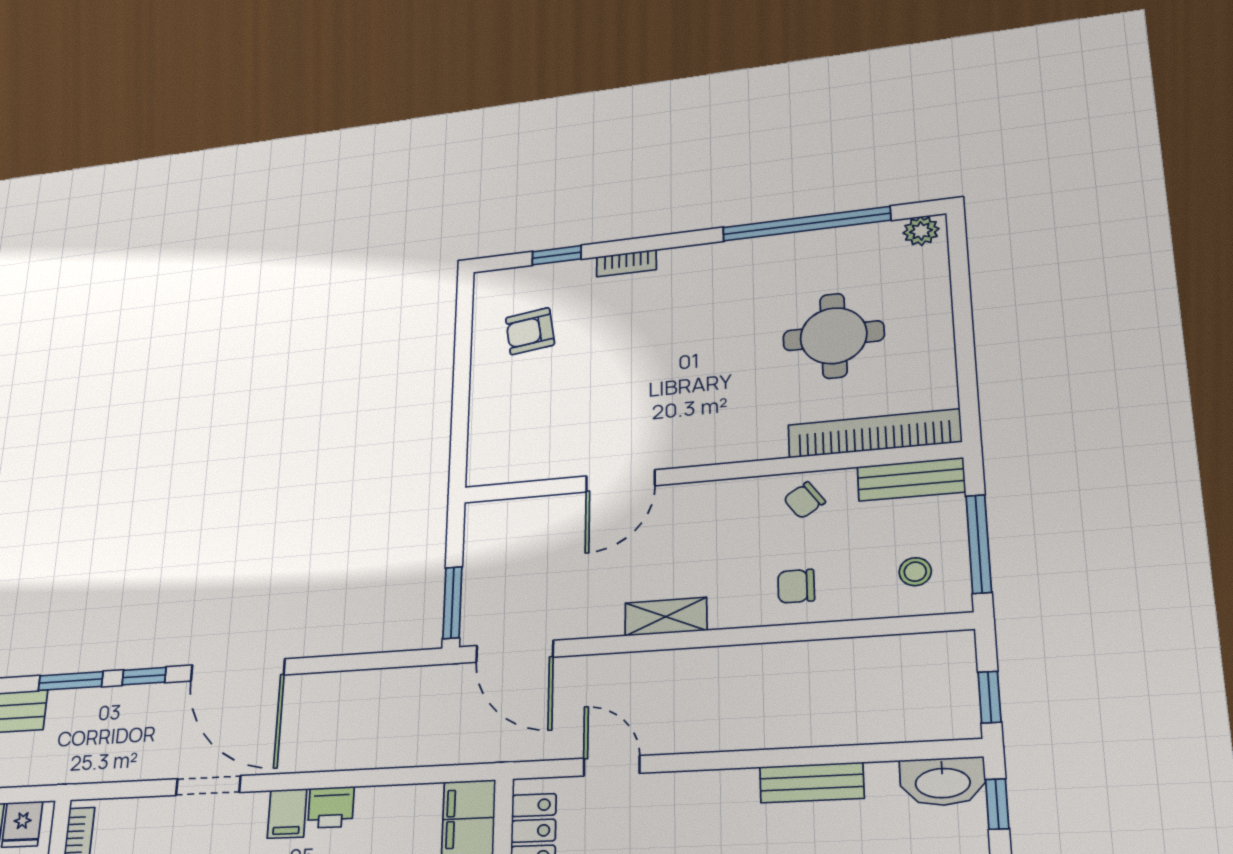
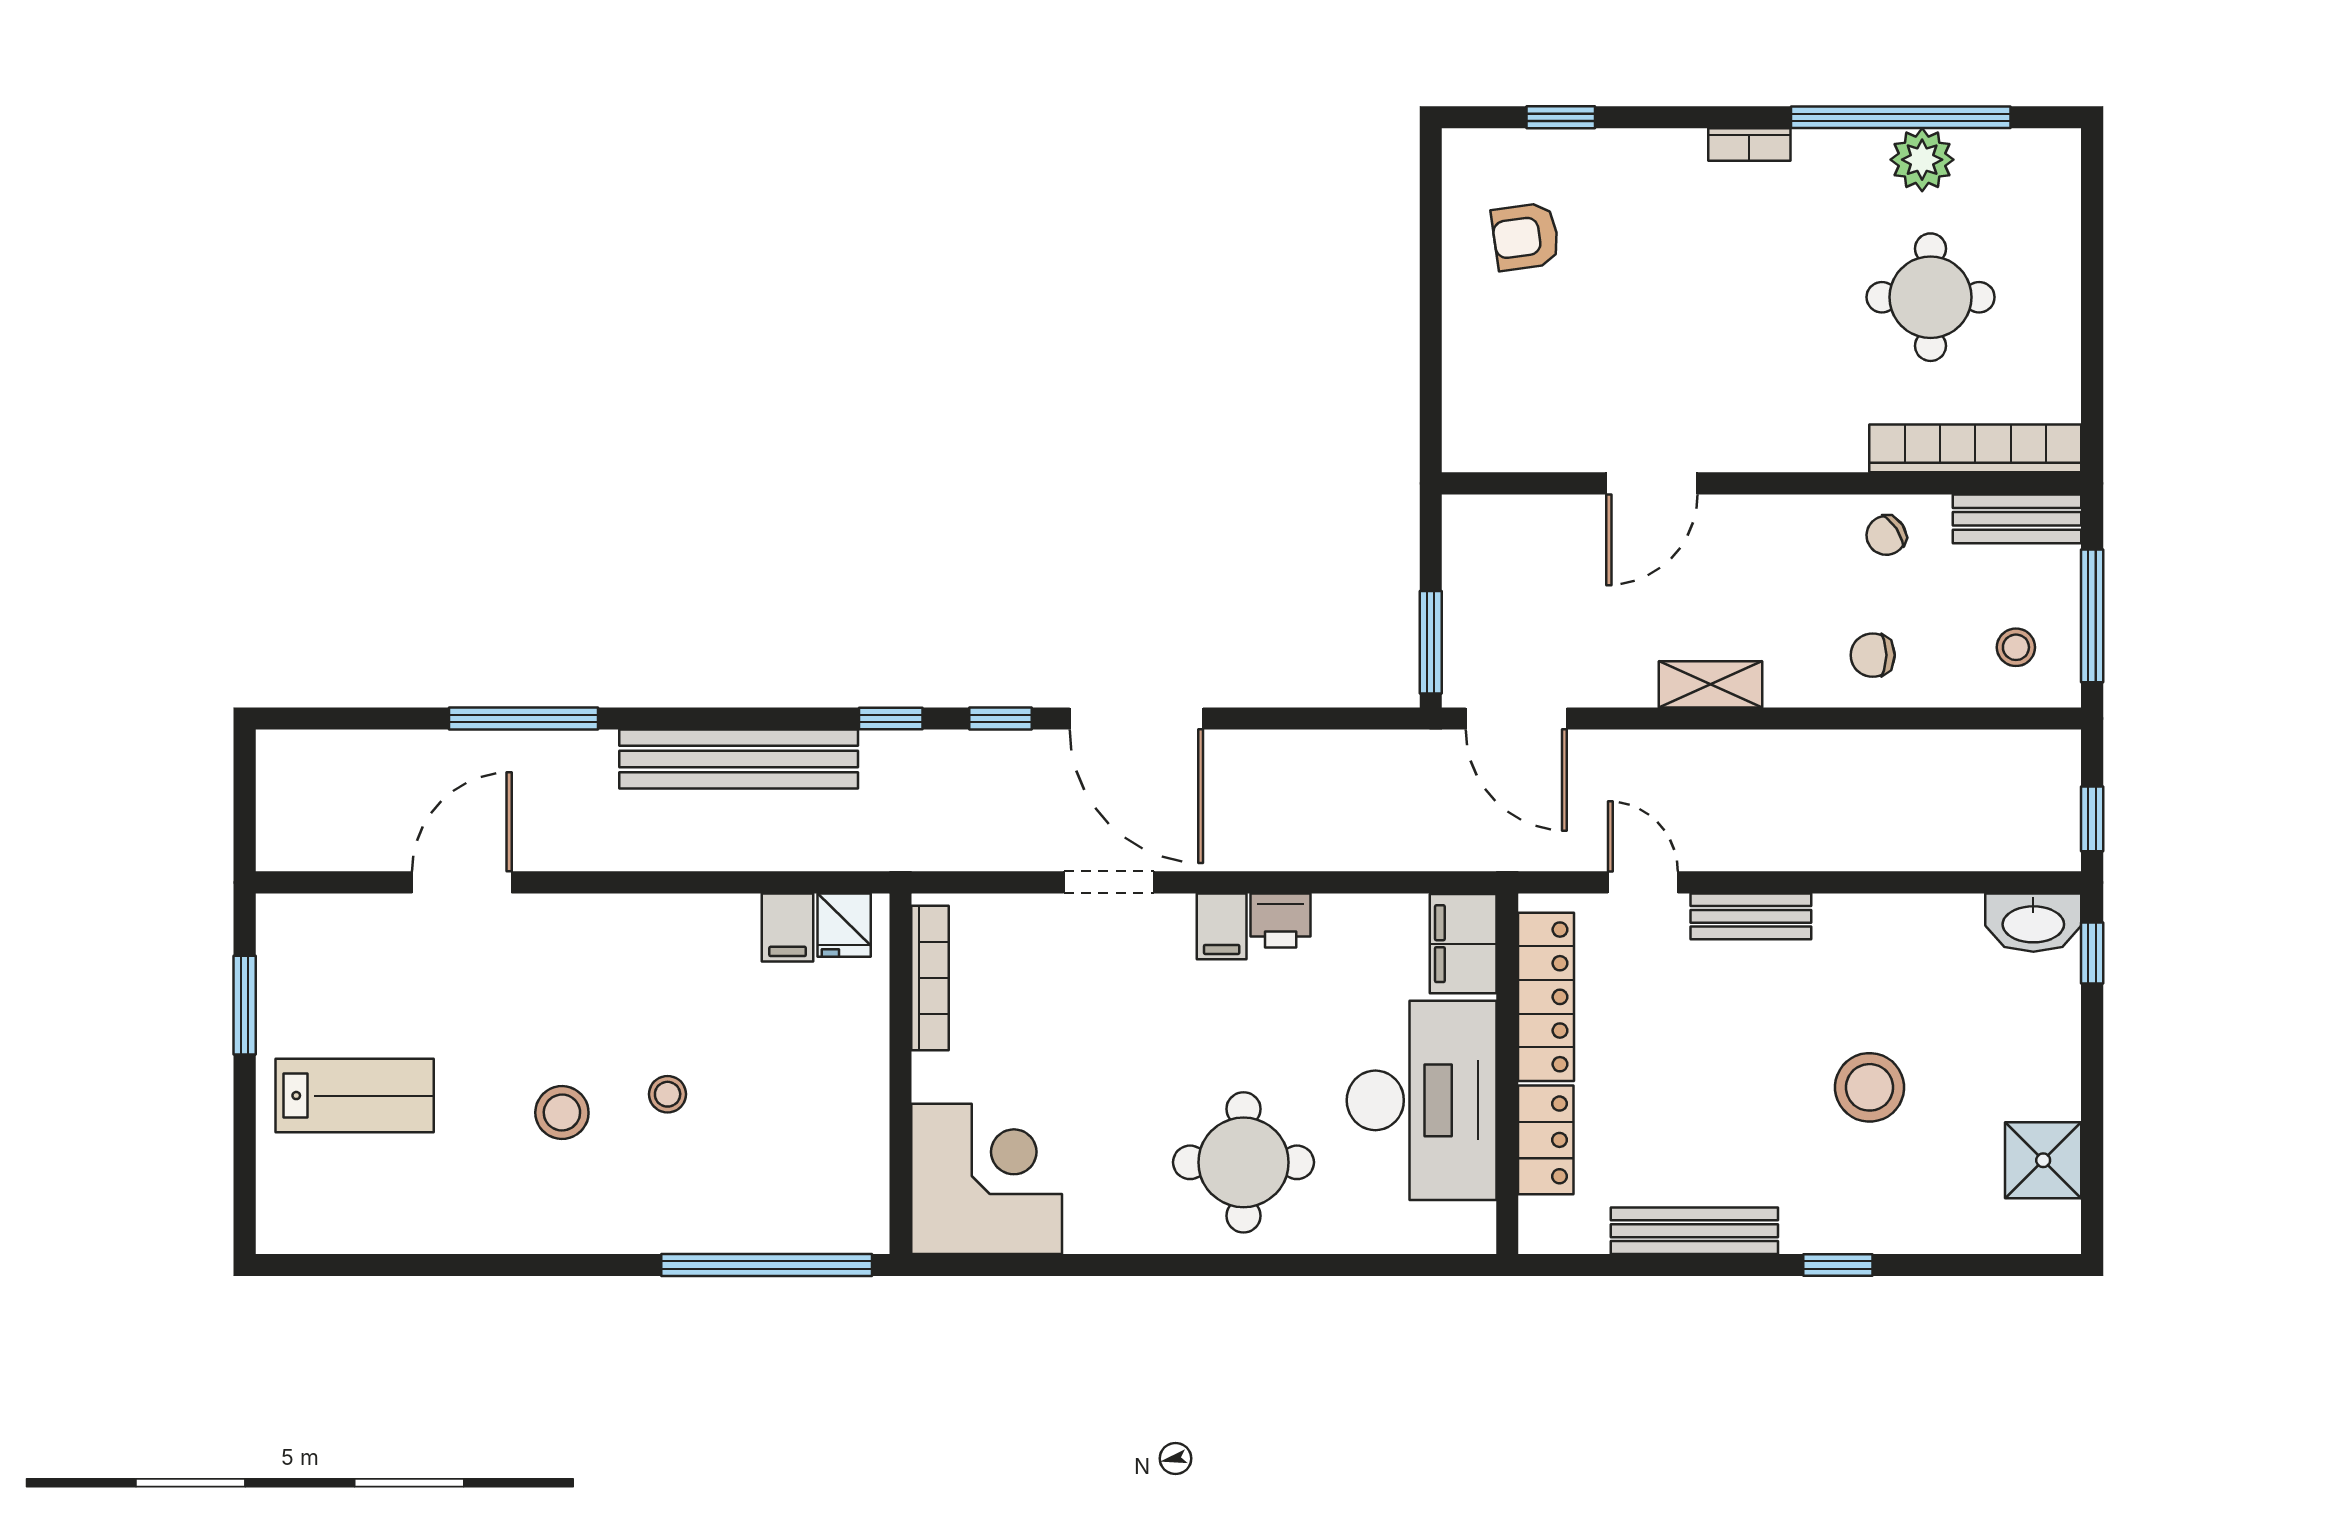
plant: (921, 231) -> (1922, 160), moved, width x1.38, depth x1.38
bookcase: (626, 263) -> (1749, 145), moved
window: (71, 681) -> (891, 718), width x0.67
bench: (812, 783) -> (1751, 916), moved

